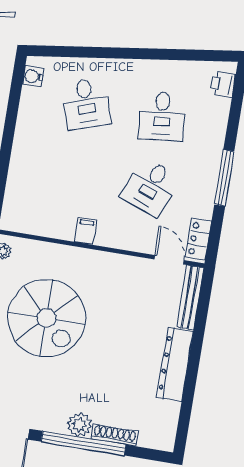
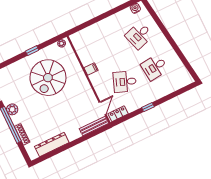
printer: (223, 85) -> (183, 82), removed
window: (224, 178) -> (148, 107), width x0.46
dresser: (175, 364) -> (52, 144), moved
plant: (79, 425) -> (12, 109), moved

